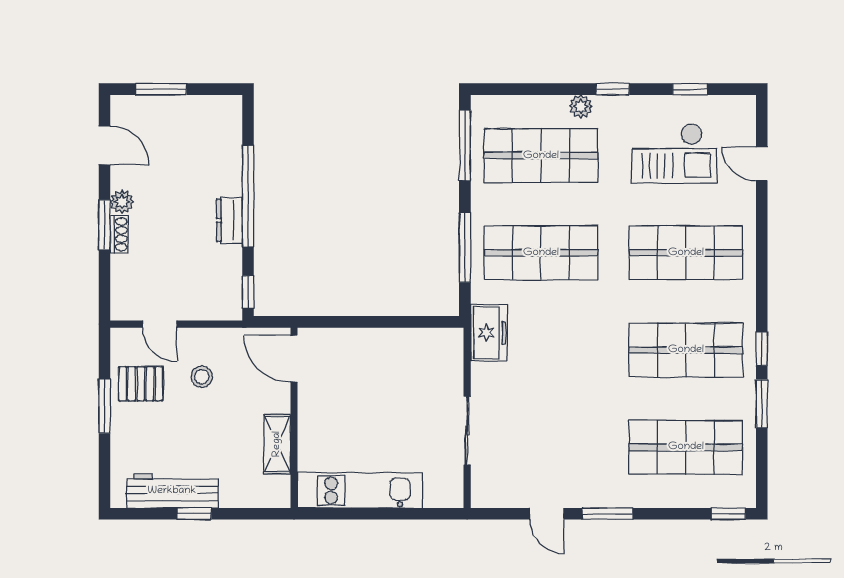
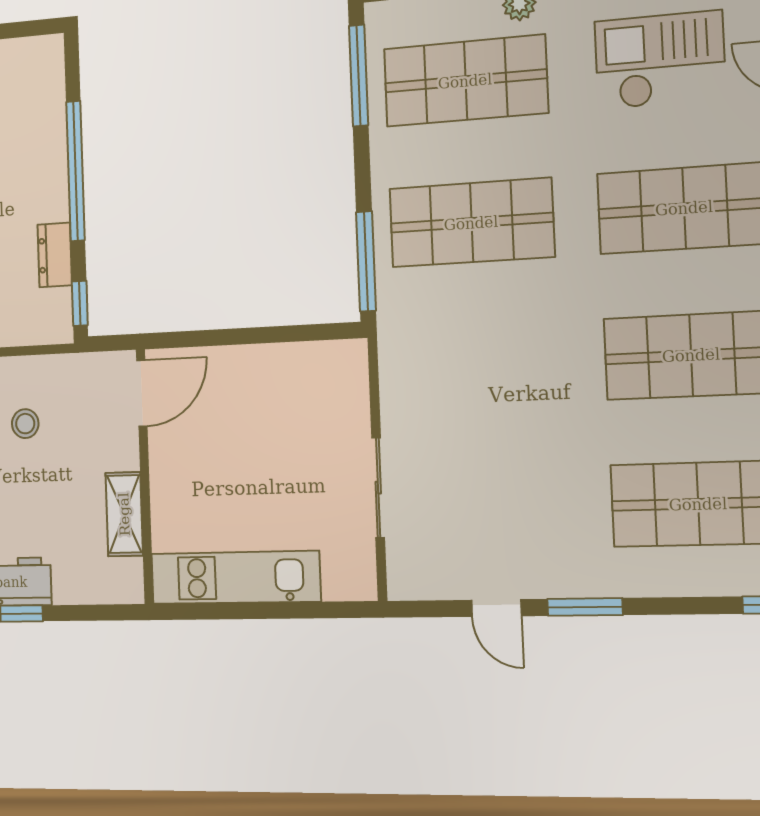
checkout: (674, 153) -> (660, 60), turned 180
dresser: (230, 220) -> (55, 255), moved
window: (465, 248) -> (366, 261), moved
freezer: (489, 333) -> (403, 344), removed
door: (294, 359) -> (142, 393), swing flipped

